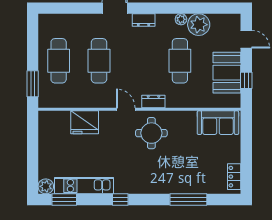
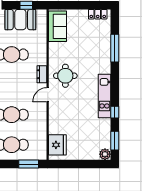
fridge: (85, 122) -> (57, 145), moved
kitchen unit: (84, 186) -> (104, 96), moved
window: (120, 200) -> (115, 112), moved

